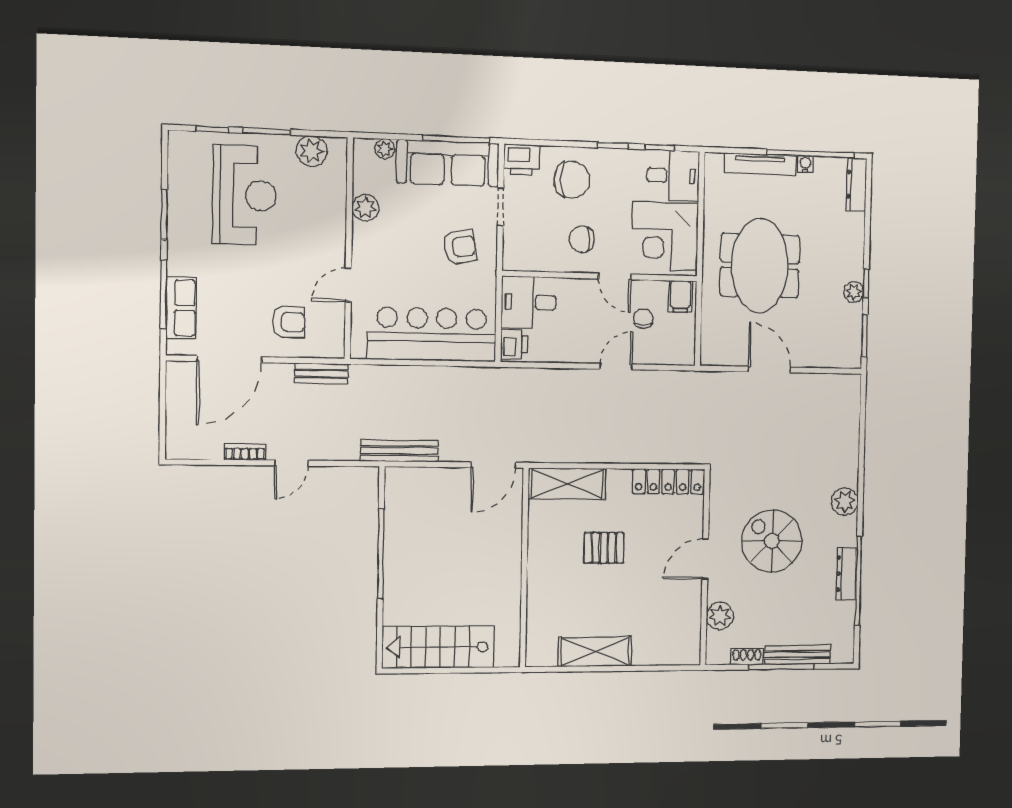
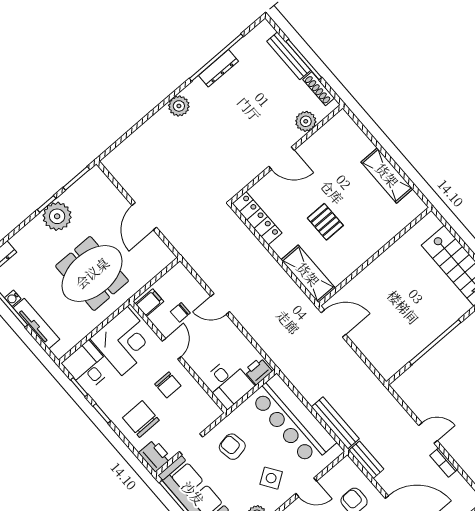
side table: (391, 257) -> (271, 478), added
plant: (854, 292) -> (57, 216), width x1.87, depth x1.87
bench: (400, 451) -> (335, 423), moved
spiral stairs: (772, 541) -> (238, 129), removed
shoe rack: (747, 657) -> (319, 89), width x1.43

